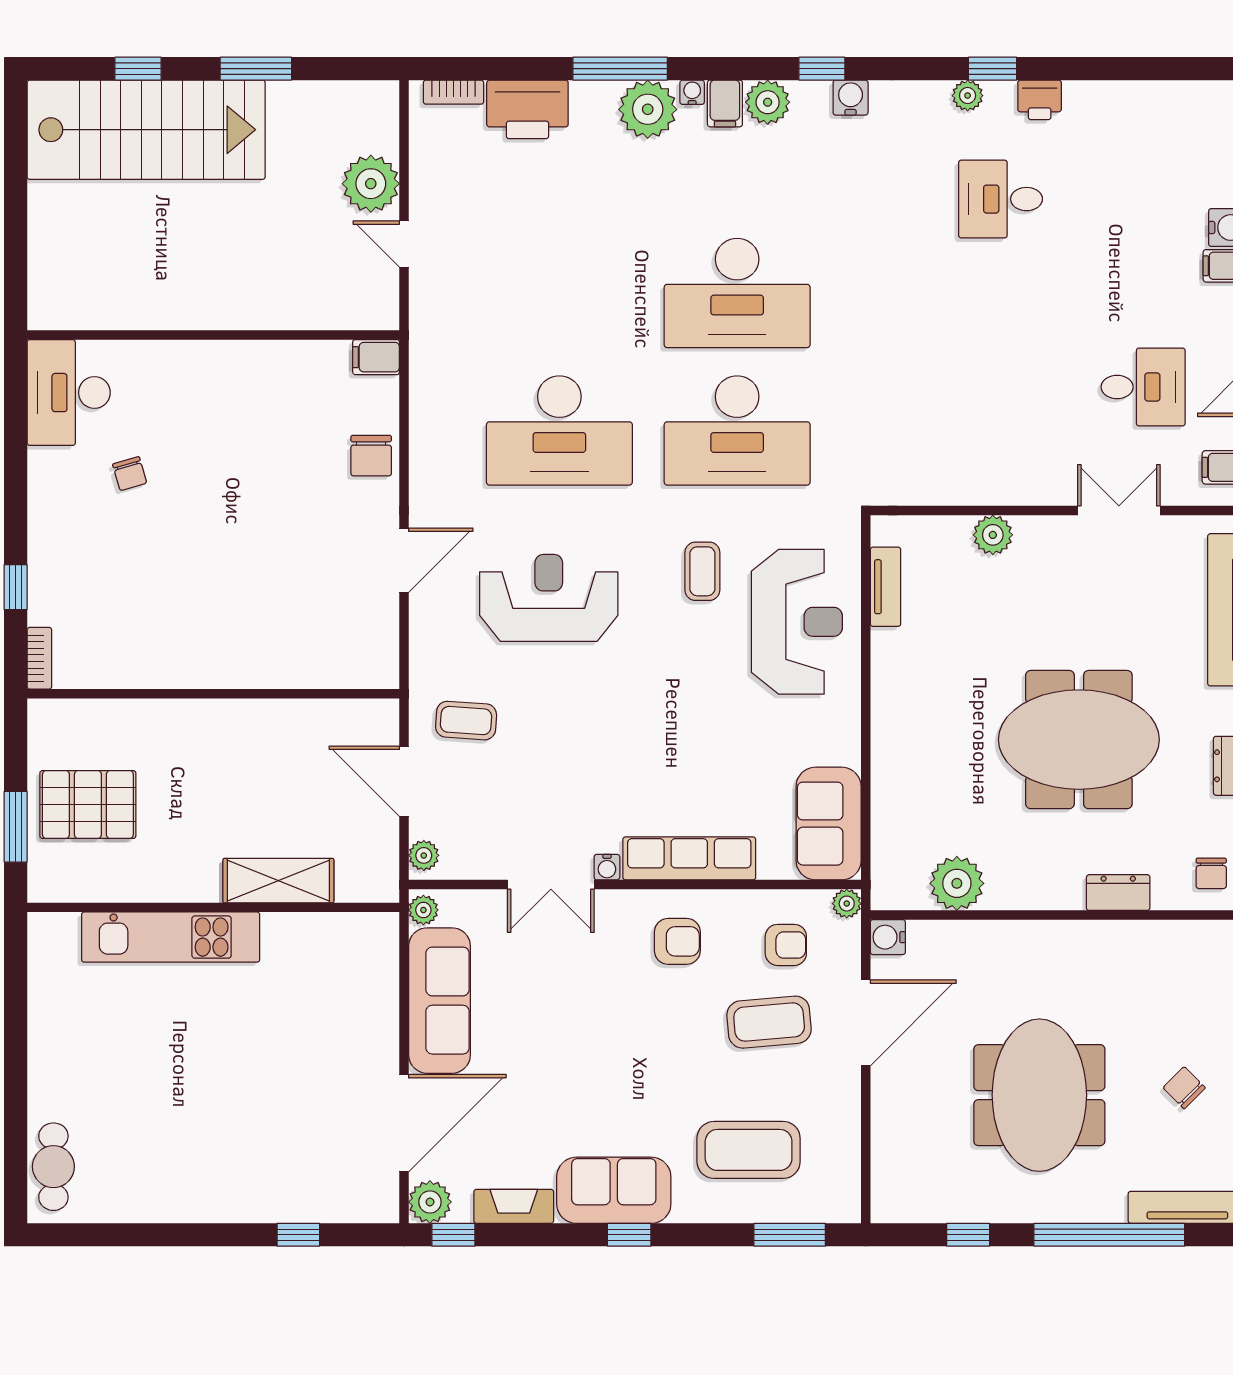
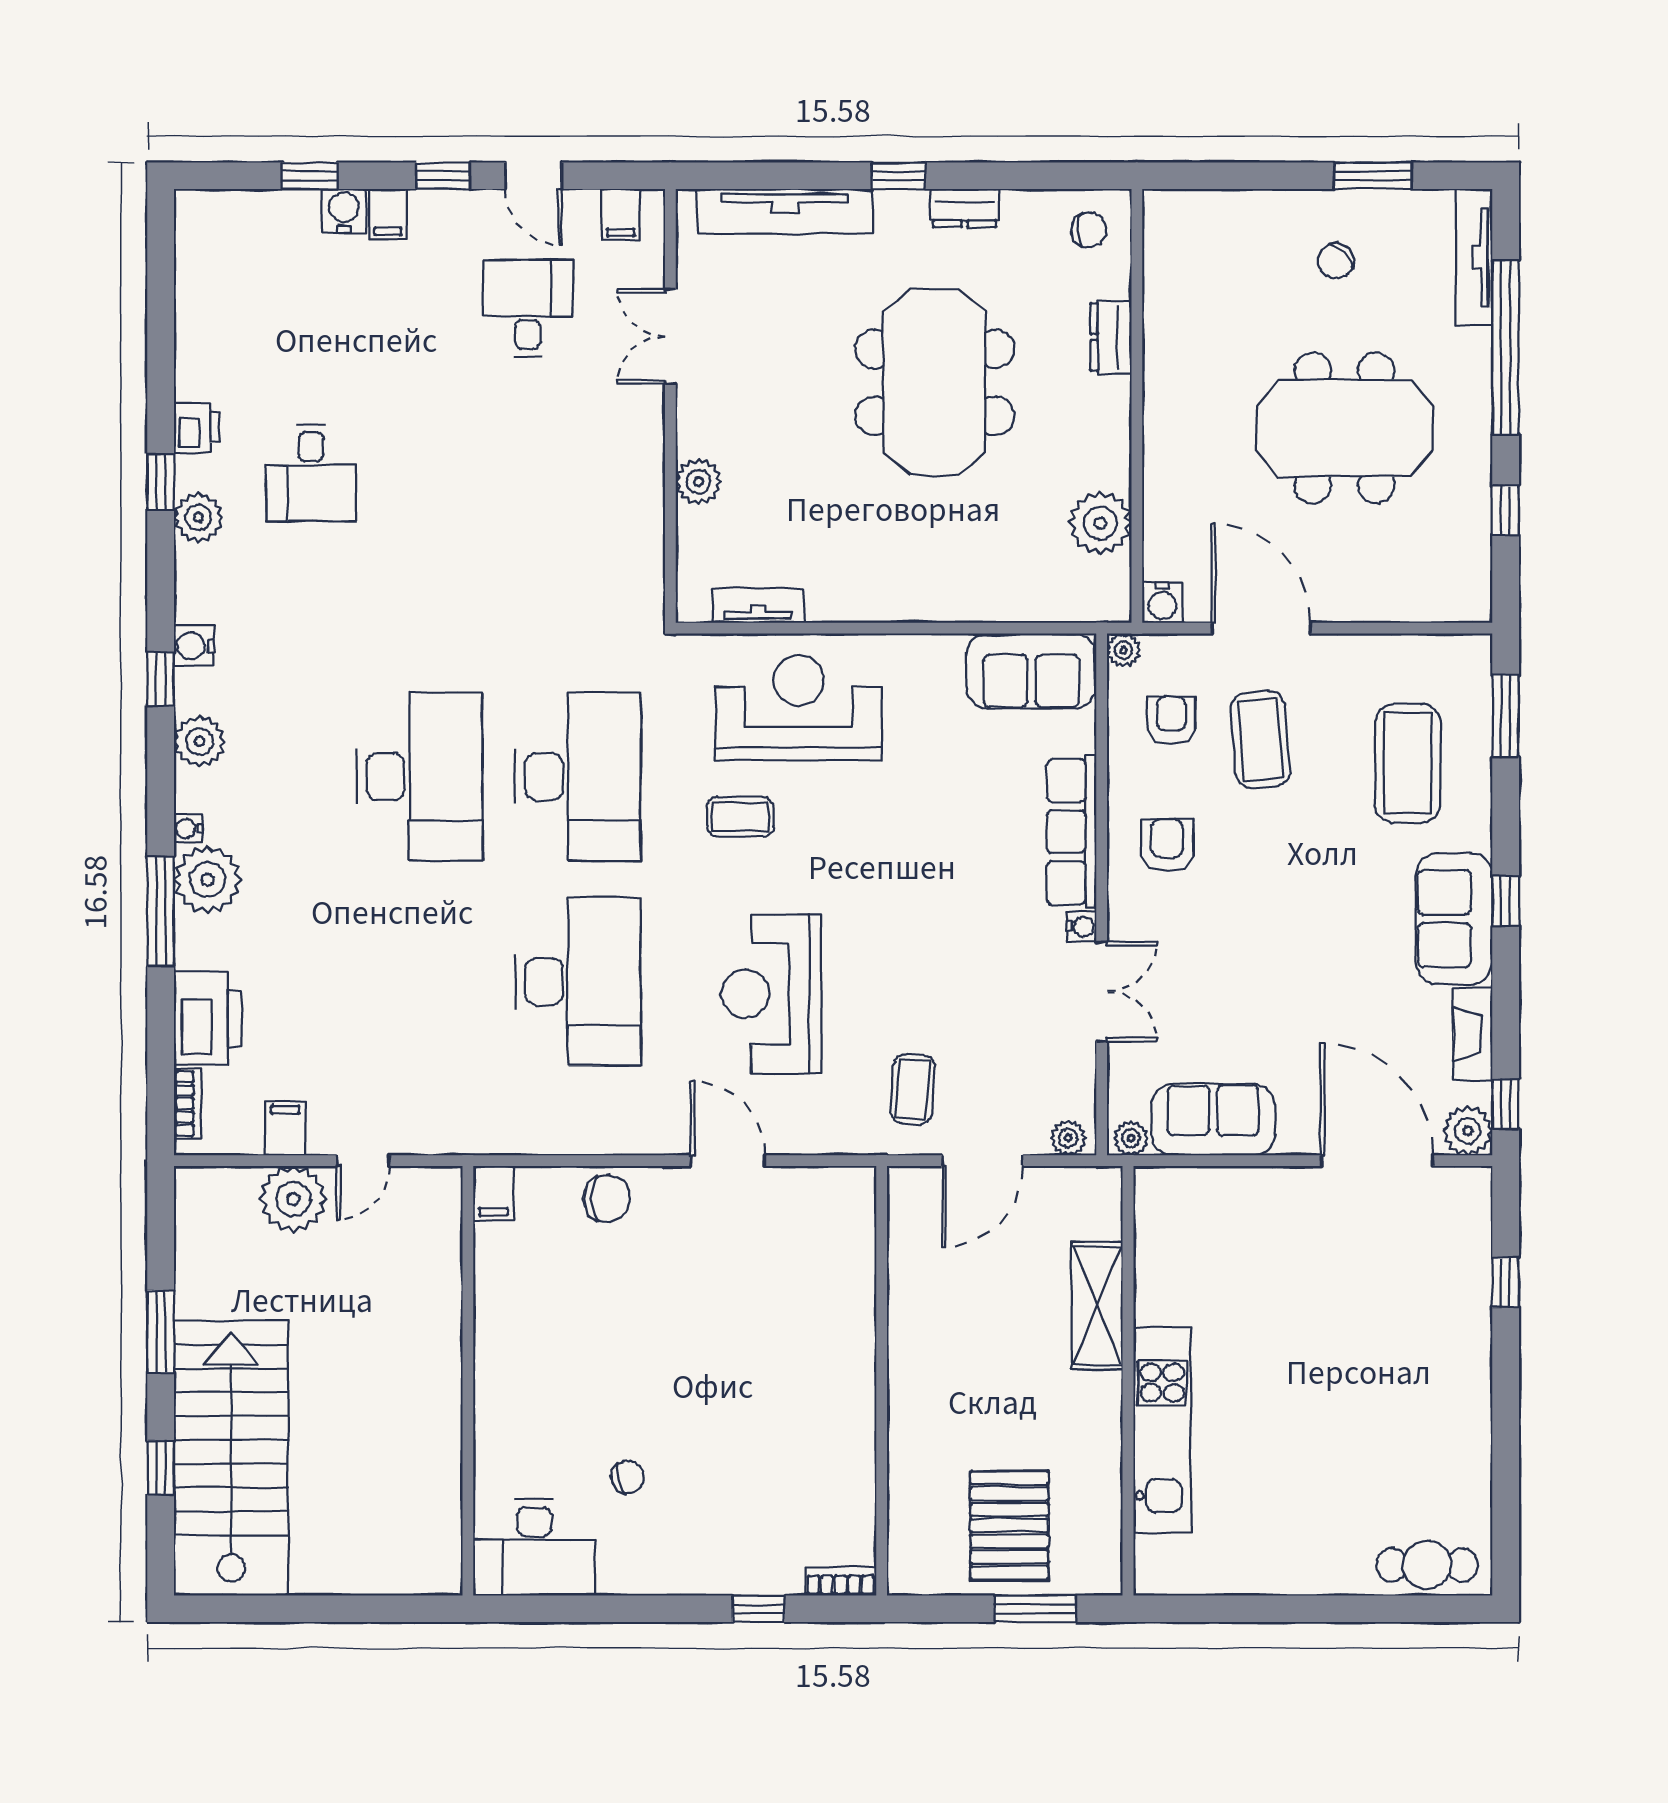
plant: (968, 96) -> (198, 517), width x1.38, depth x1.38
filing cabinet: (725, 103) -> (285, 1128), moved, turned -90
sofa: (440, 1001) -> (1213, 1120), width x0.73

